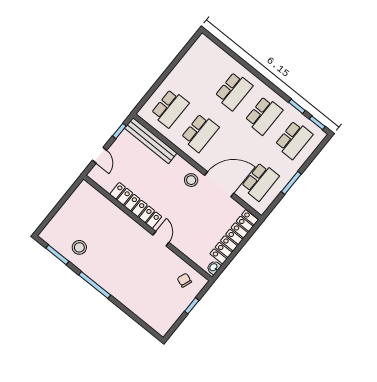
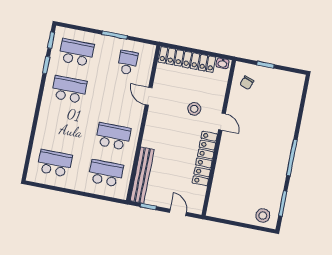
school desk: (234, 91) -> (55, 163), moved
door: (100, 155) -> (178, 212), hinge flipped
stool: (191, 180) -> (194, 109), moved
school desk: (260, 181) -> (127, 63), width x0.54
door: (219, 184) -> (149, 96), width x0.53
door: (161, 239) -> (222, 122), swing flipped
stool: (79, 247) -> (263, 216), moved

